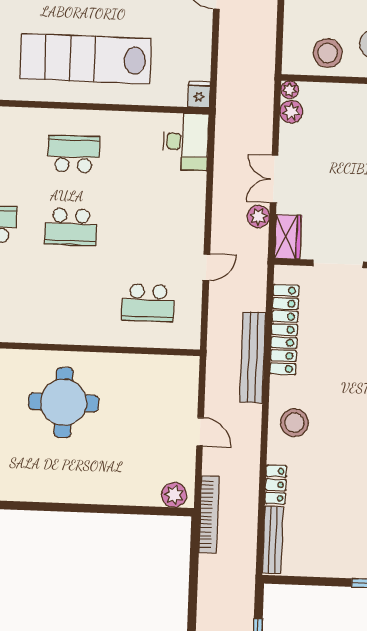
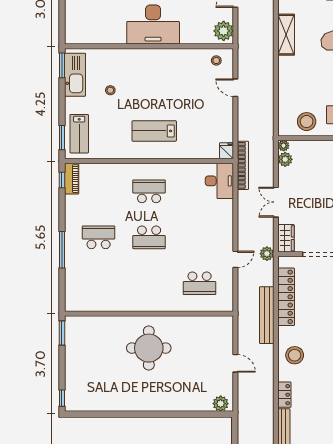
lab bench: (85, 59) -> (154, 131), width x0.54, depth x0.72
plant: (258, 217) -> (267, 254), moved
bookcase: (209, 514) -> (243, 165), moved

